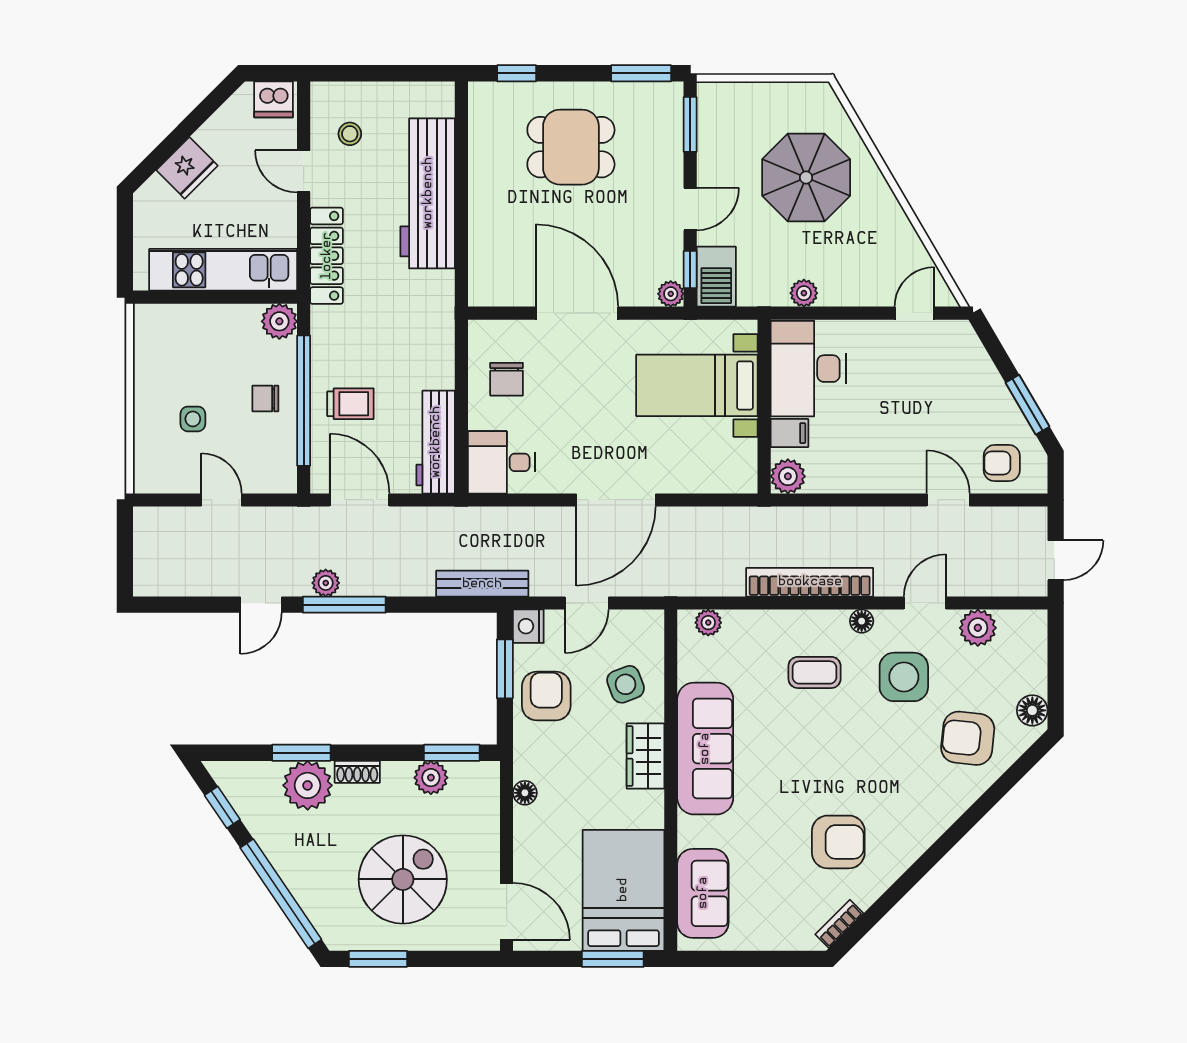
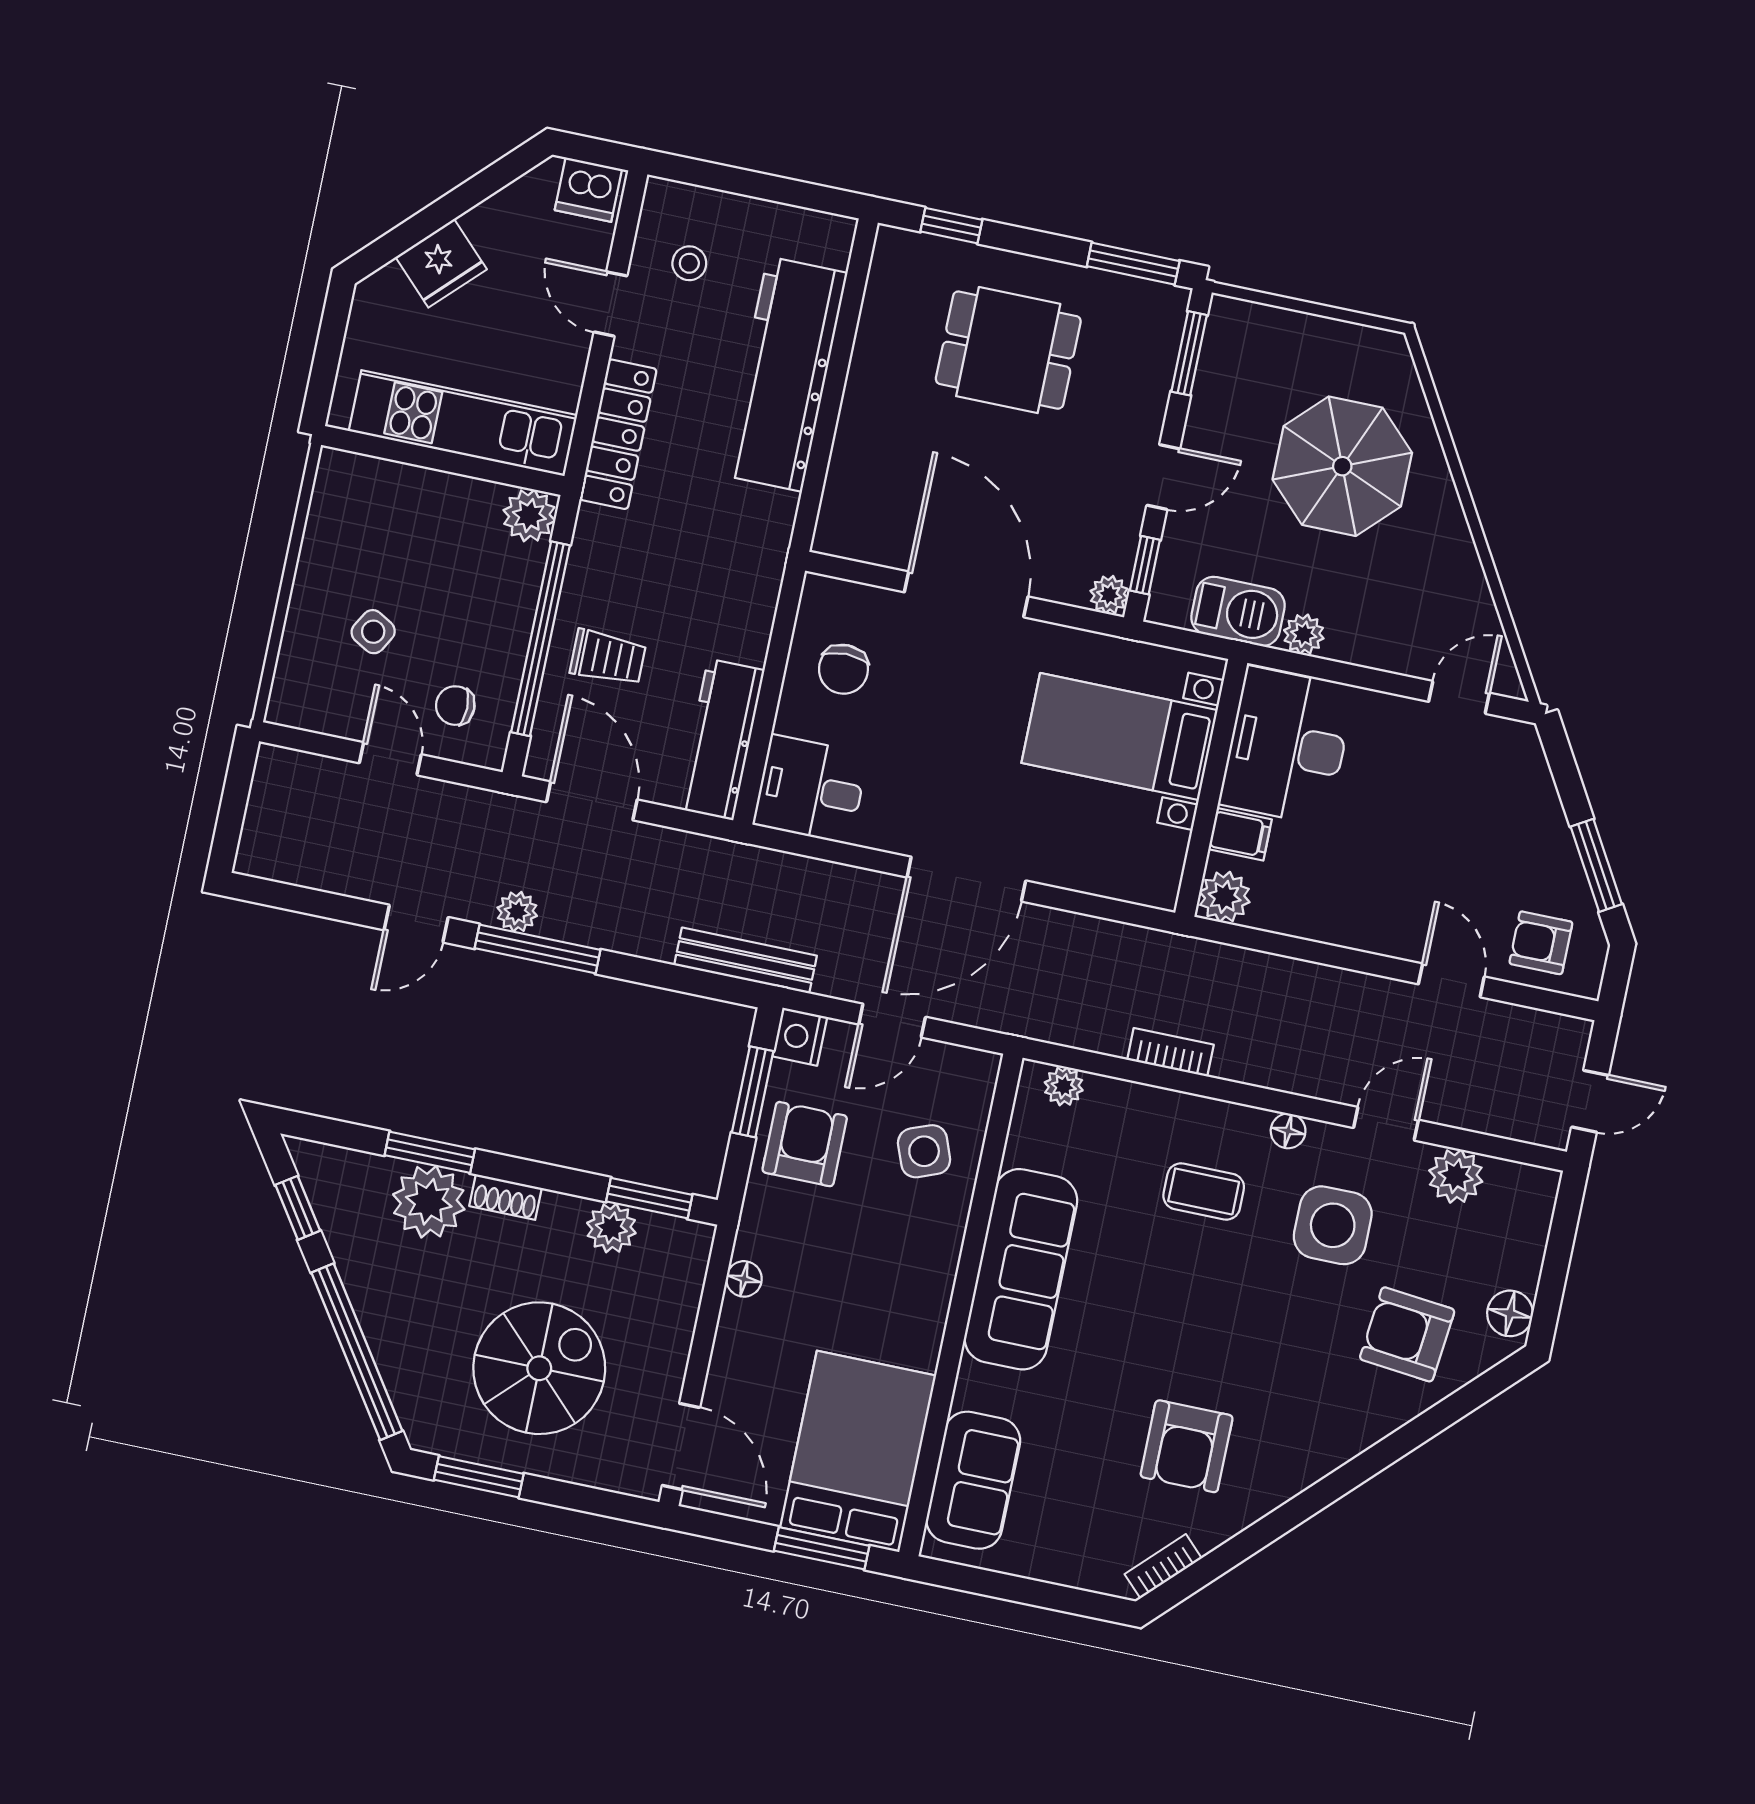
barbecue: (716, 277) -> (1238, 611), moved, turned -90
chair: (265, 398) -> (455, 706), moved
side table: (193, 419) -> (373, 632), turned 30
bookcase: (810, 582) -> (1170, 1052), width x0.43, depth x0.76
wardrobe: (645, 756) -> (931, 1262), removed
armchair: (838, 842) -> (1187, 1446), turned 90

